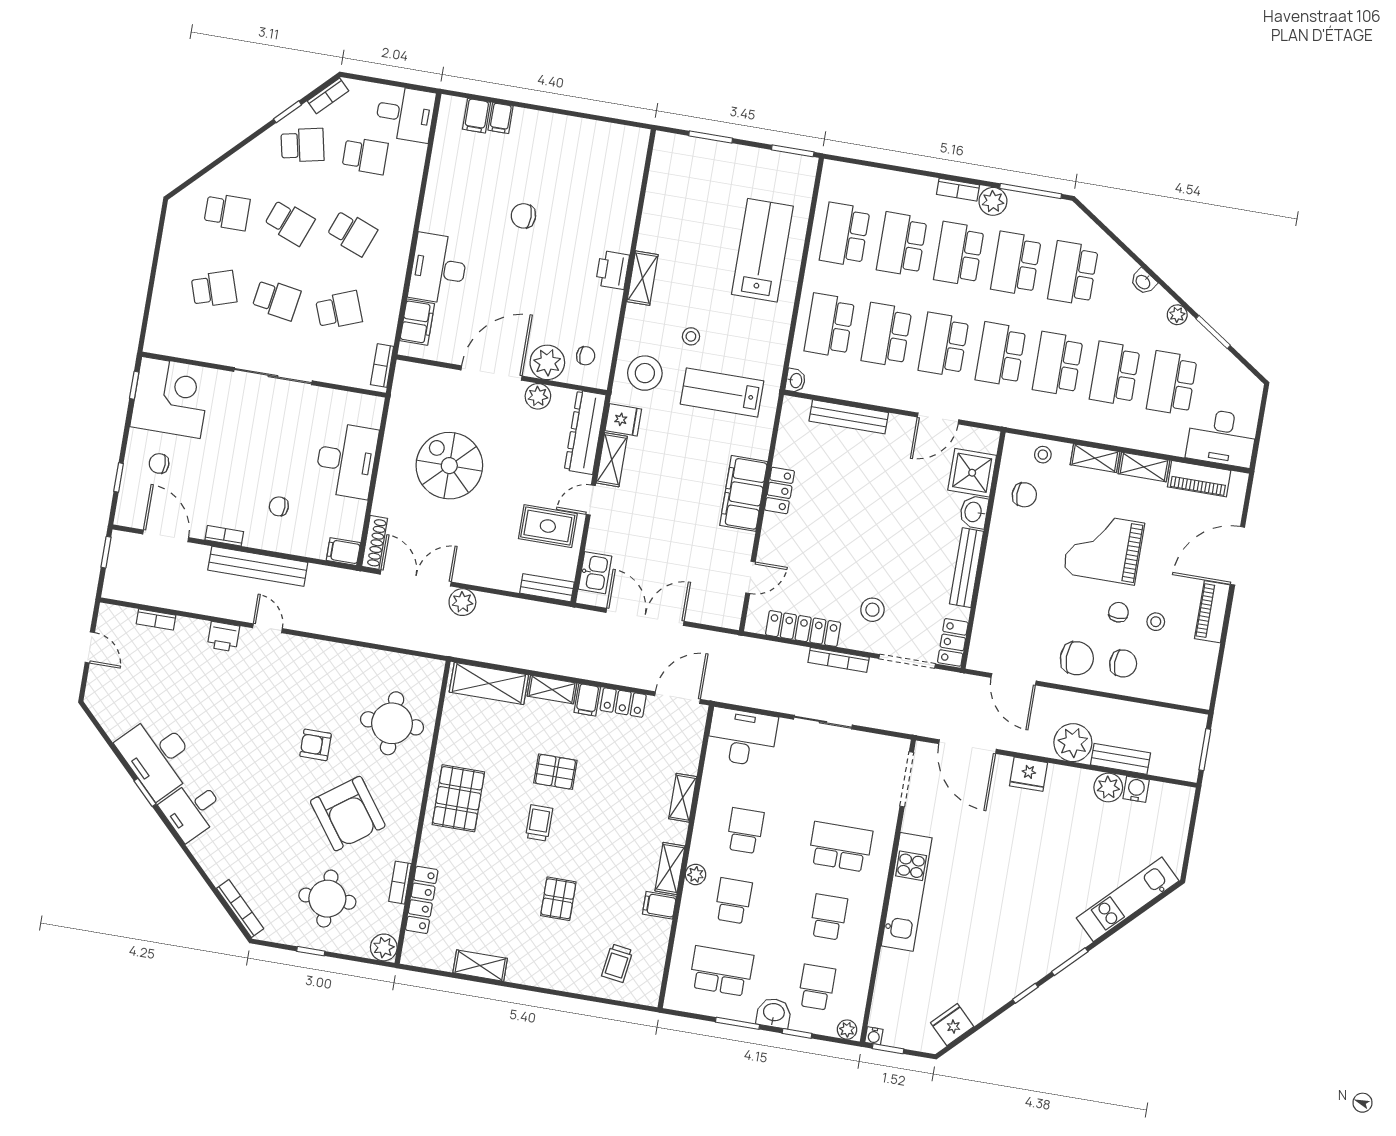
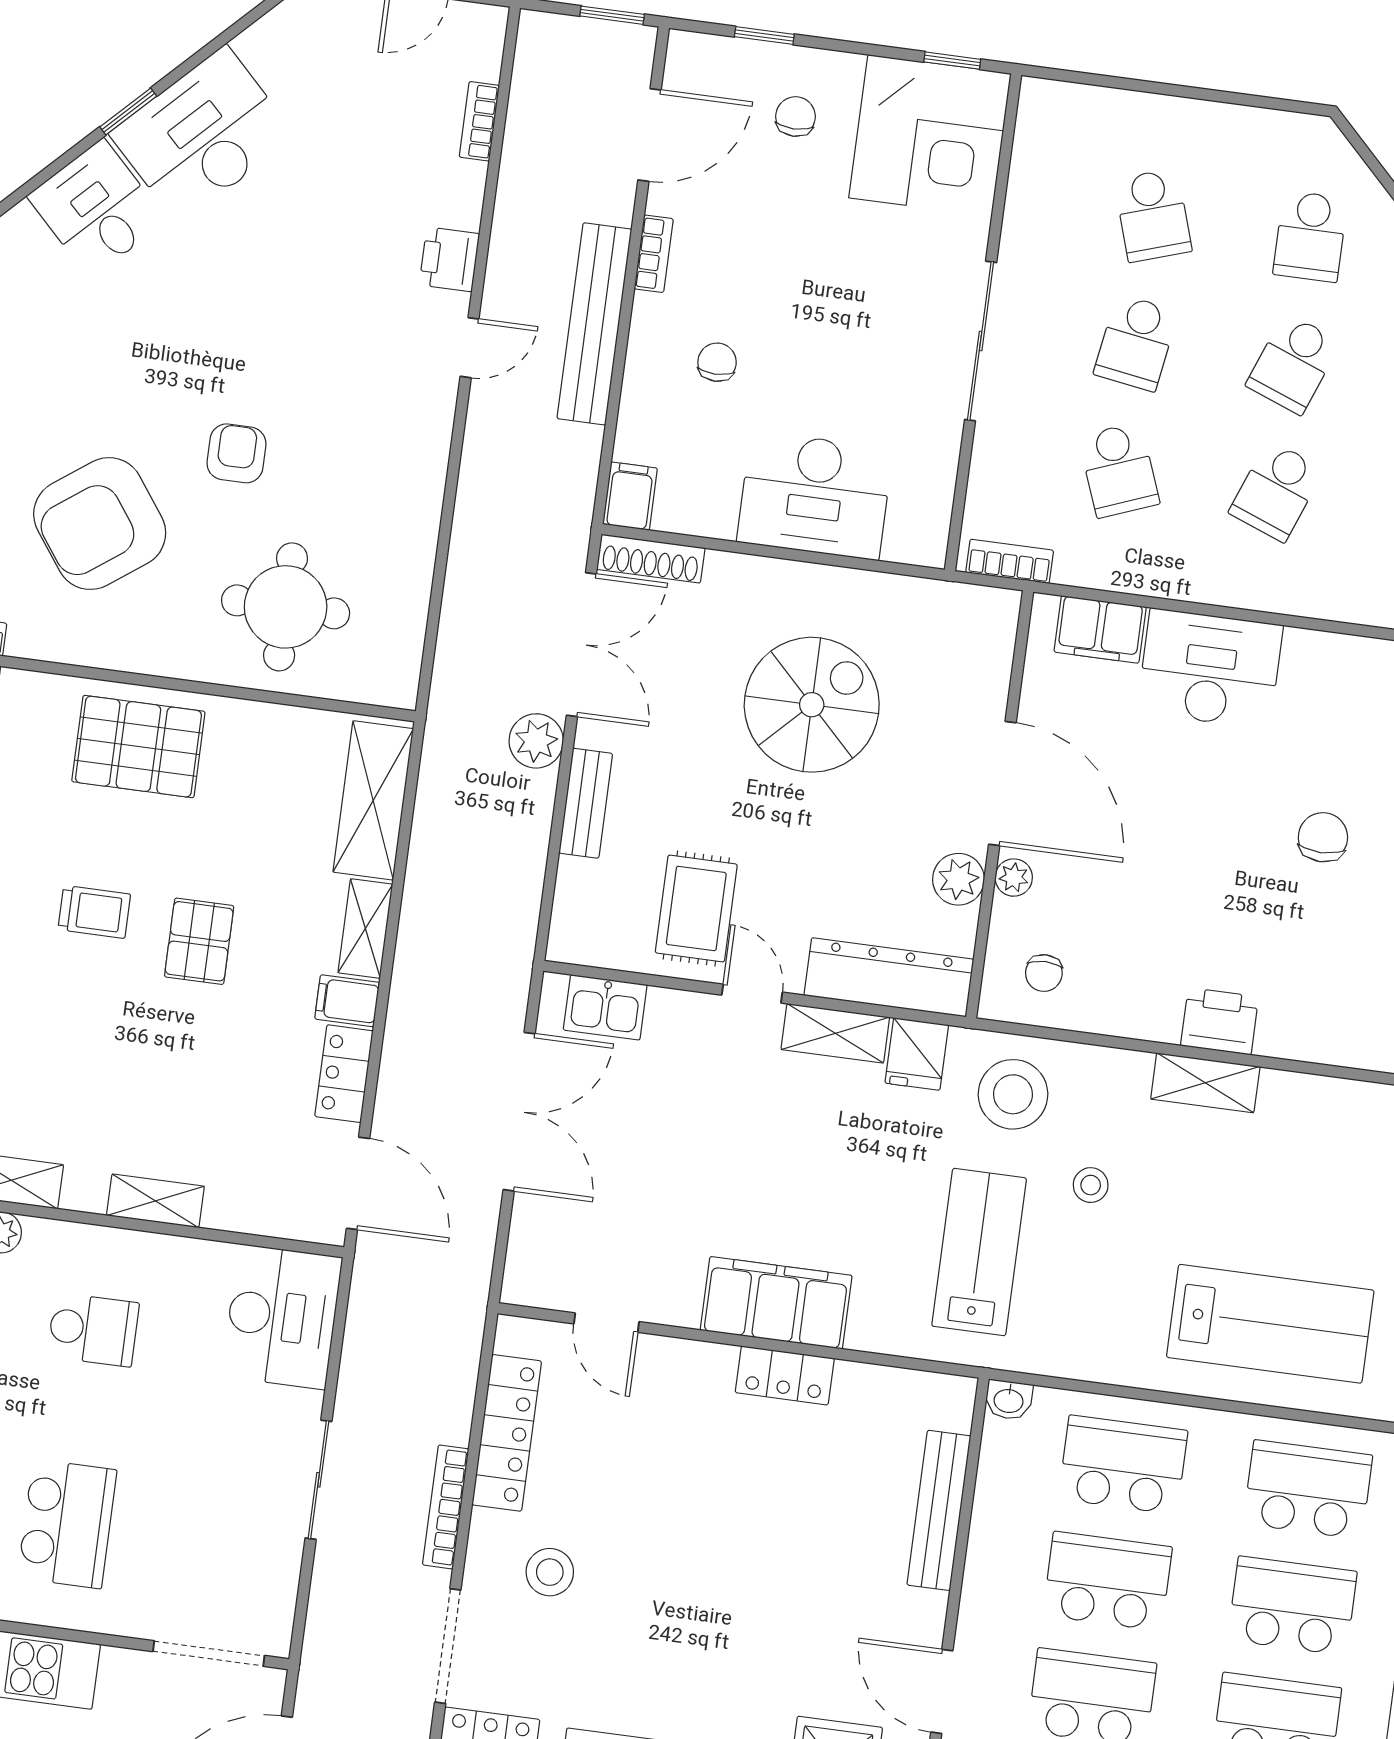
plant: (547, 362) -> (1014, 878), width x0.53, depth x0.53
bench: (547, 588) -> (586, 803), moved

